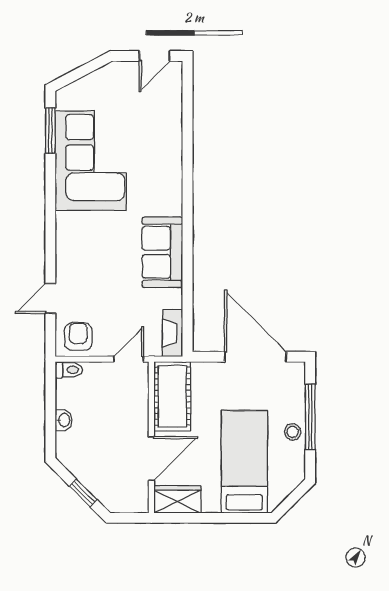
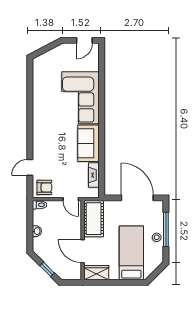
window: (50, 131) -> (30, 80), removed
corner sofa: (91, 161) -> (80, 98), moved, turned 180
fireplace: (173, 333) -> (94, 175), moved
armchair: (78, 337) -> (44, 187), turned 90
door: (129, 359) -> (71, 199), swing flipped
door: (151, 458) -> (83, 251), swing flipped

